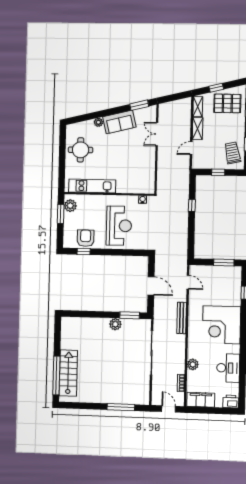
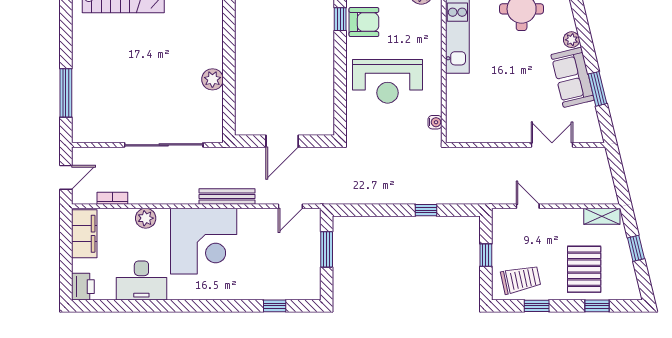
pallet: (227, 103) -> (584, 269), moved
window: (139, 105) -> (597, 89), moved
shelving: (198, 128) -> (563, 217), removed
window: (224, 262) -> (327, 249), moved
window: (130, 315) -> (229, 104), removed
corner desk: (222, 325) -> (204, 241), moved, turned 180

